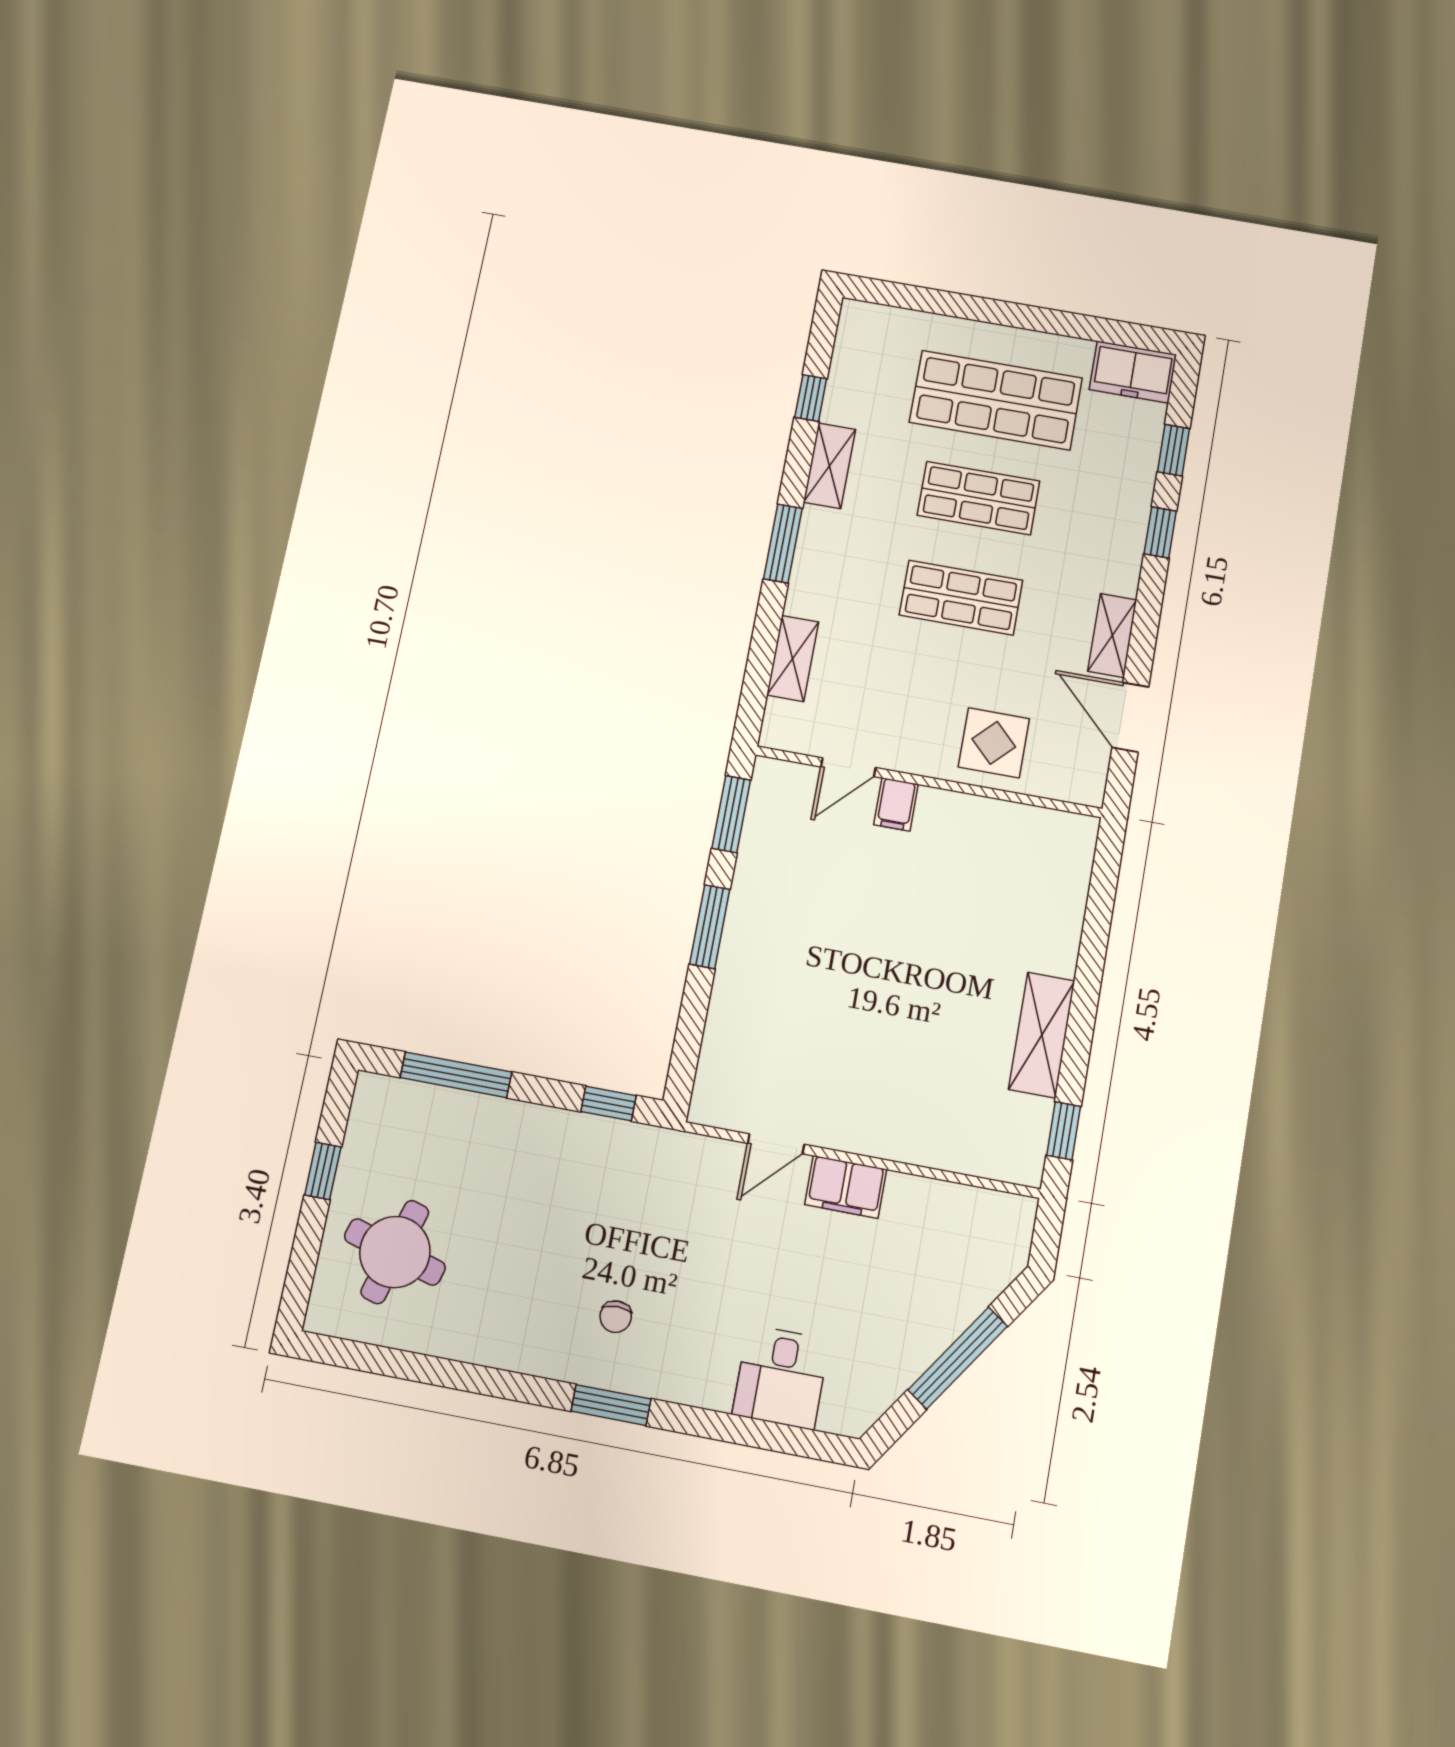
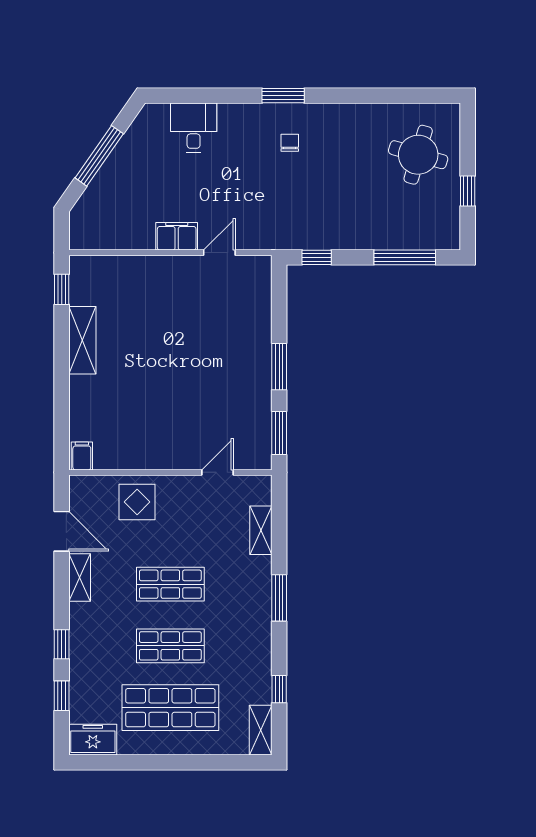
shelving: (829, 466) -> (261, 730), moved
filing cabinet: (896, 804) -> (82, 456), moved

